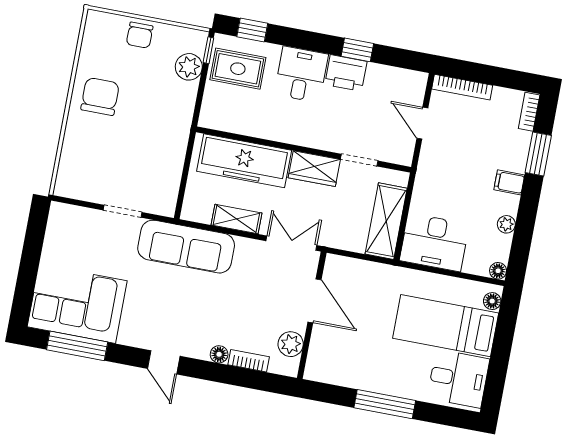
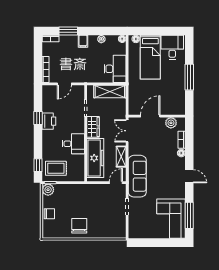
plant: (189, 67) -> (48, 190), moved
rug: (238, 69) -> (56, 168), turned 90
desk: (301, 74) -> (73, 144), moved, turned 180
chair: (100, 96) -> (79, 226), turned 90
door: (181, 196) -> (116, 183), added
door: (164, 362) -> (189, 176), hinge flipped

